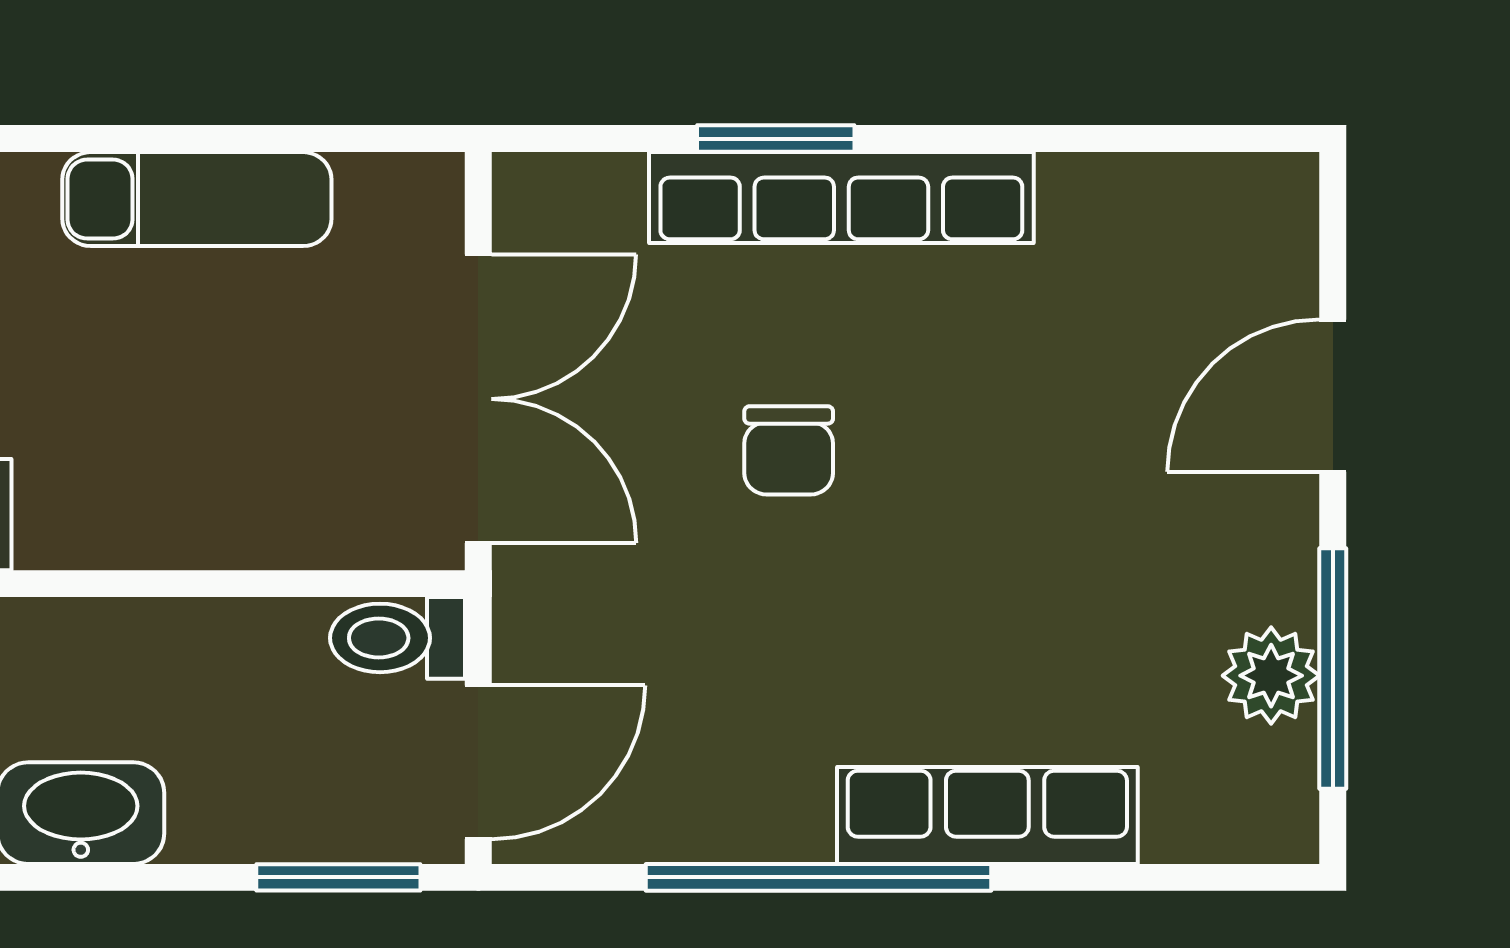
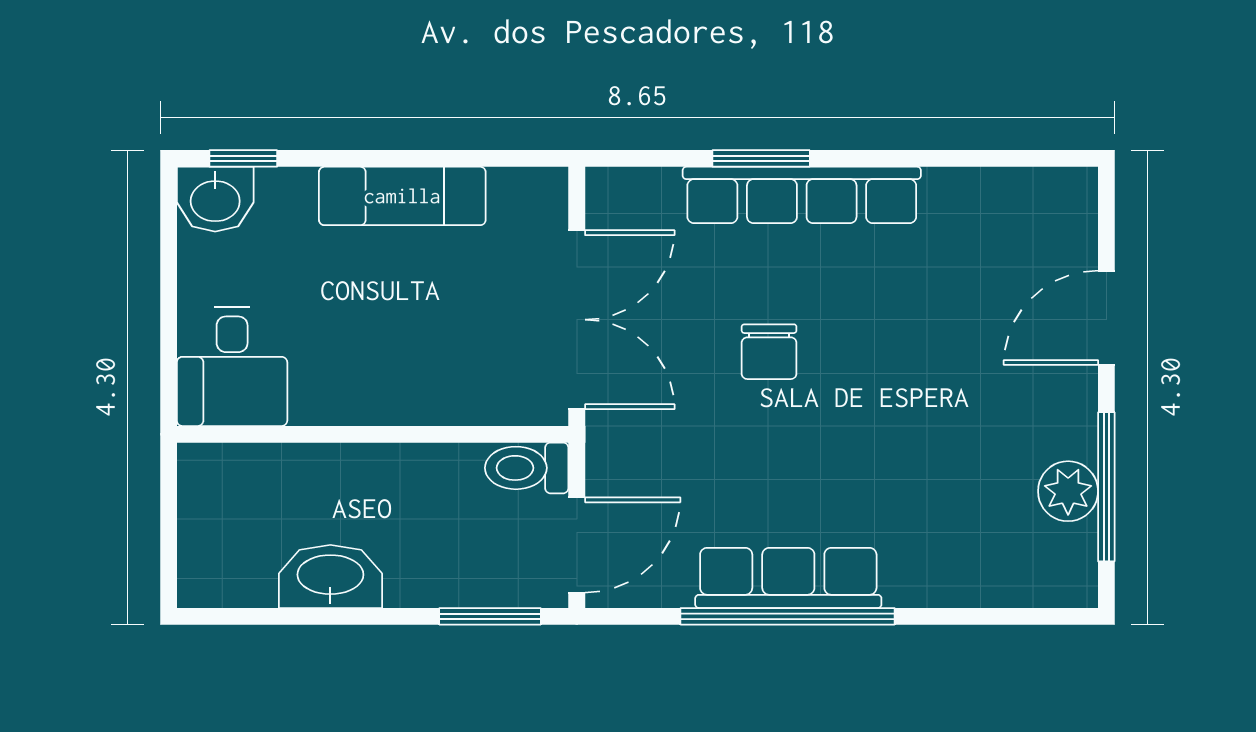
row of seats: (987, 815) -> (788, 578), moved

